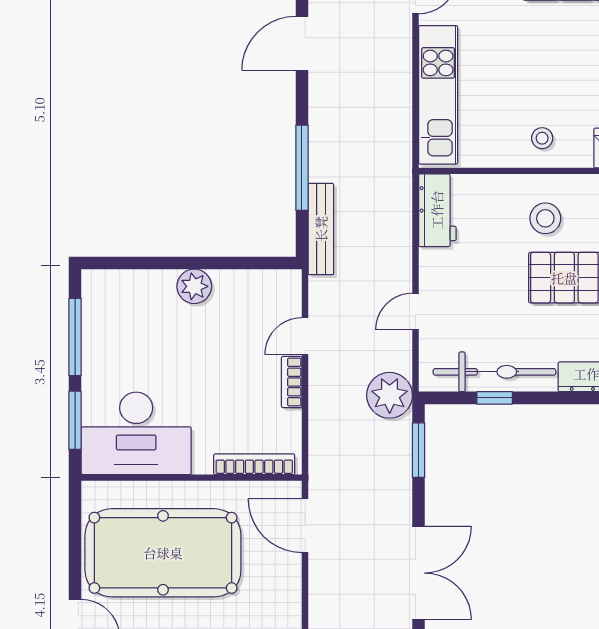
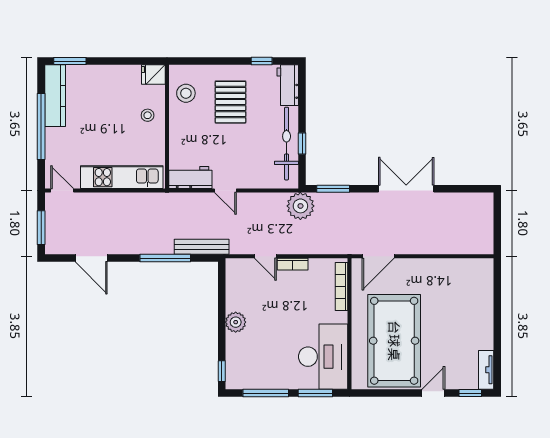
stool: (545, 218) -> (186, 93), moved
window: (112, 263) -> (222, 371), added
door: (415, 312) -> (225, 191), moved

